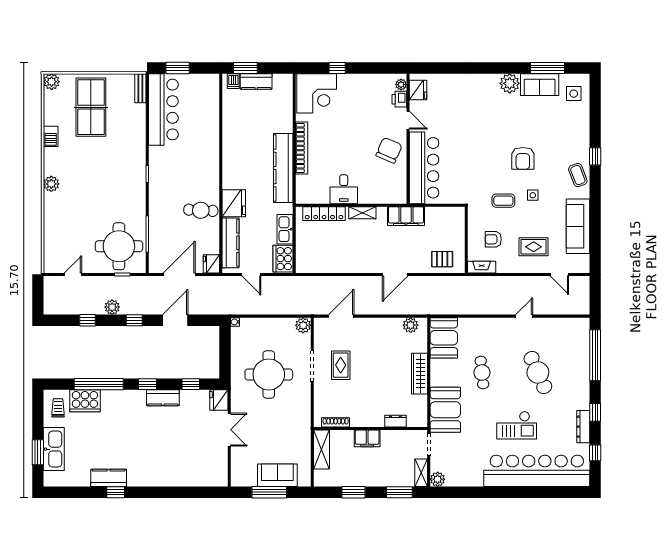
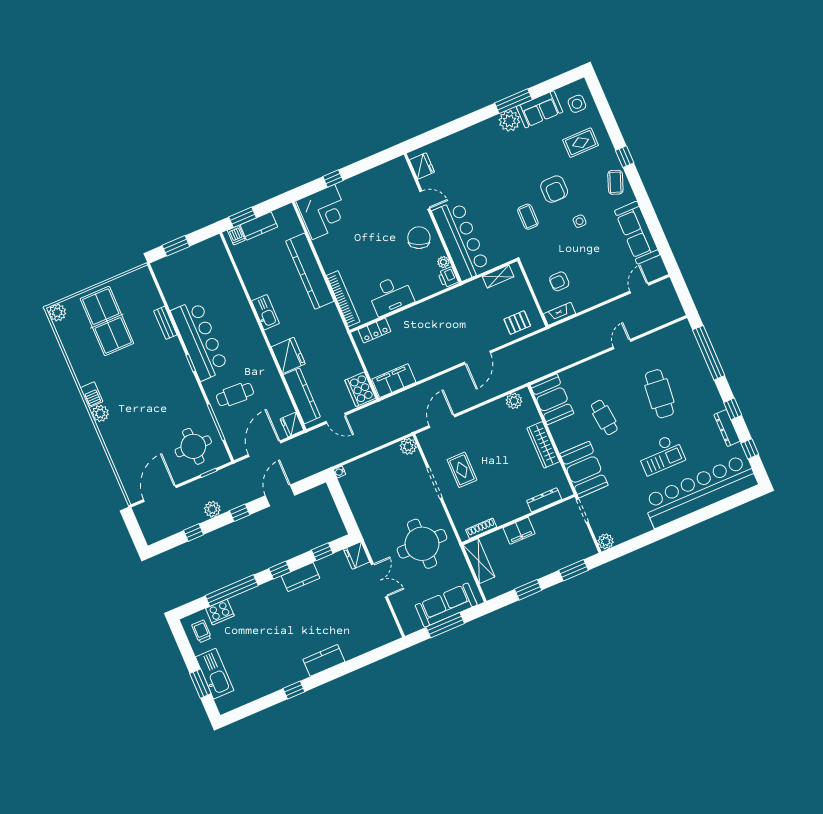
window: (548, 68) -> (513, 101), moved
plant: (401, 85) -> (443, 262), moved
bench: (140, 88) -> (165, 323), moved
printer: (399, 99) -> (448, 277), moved
bar counter: (163, 110) -> (200, 340), moved
barbecue: (51, 136) -> (92, 395), moved
bookcase: (302, 148) -> (343, 299), moved
kitchen counter: (283, 168) -> (310, 271), moved
coffee table: (578, 175) -> (615, 182), turned 42
desk: (344, 189) -> (391, 295), width x1.37
coffee table: (503, 201) -> (528, 217), moved, turned 90
cafe table: (201, 210) -> (235, 395), moved
shelving: (362, 213) -> (498, 277), moved
locker: (324, 214) -> (374, 331), width x0.66
filing cabinet: (406, 216) -> (394, 381), moved, turned 180
kitchen sink: (285, 229) -> (265, 312), moved, turned 180
round table: (119, 246) -> (193, 446), width x0.73, depth x0.73
rug: (534, 247) -> (581, 143), moved
door: (73, 275) -> (160, 494), width x1.88
door: (559, 275) -> (639, 288), swing flipped
cafe table: (538, 372) -> (659, 394), turned 30
round table: (269, 374) -> (422, 544), moved
cooker: (85, 401) -> (220, 612), width x0.73, depth x0.76
dresser: (395, 421) -> (544, 500), width x1.44
shelving: (421, 473) -> (587, 542), removed
sofa: (277, 475) -> (446, 605), width x1.36
kitchen counter: (109, 478) -> (324, 660), moved

